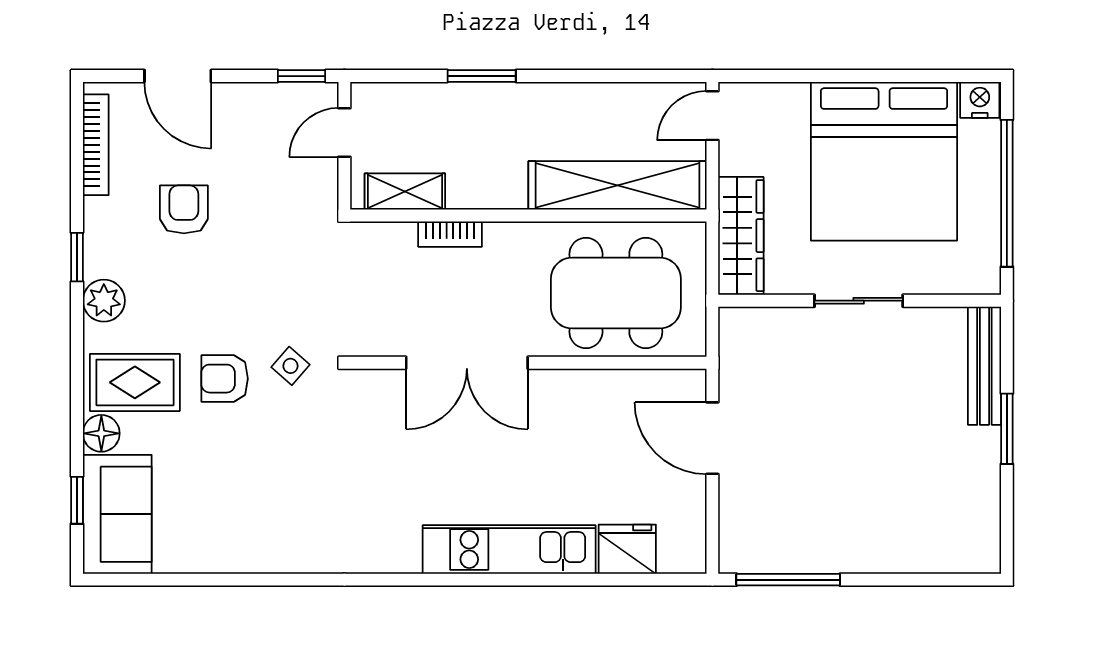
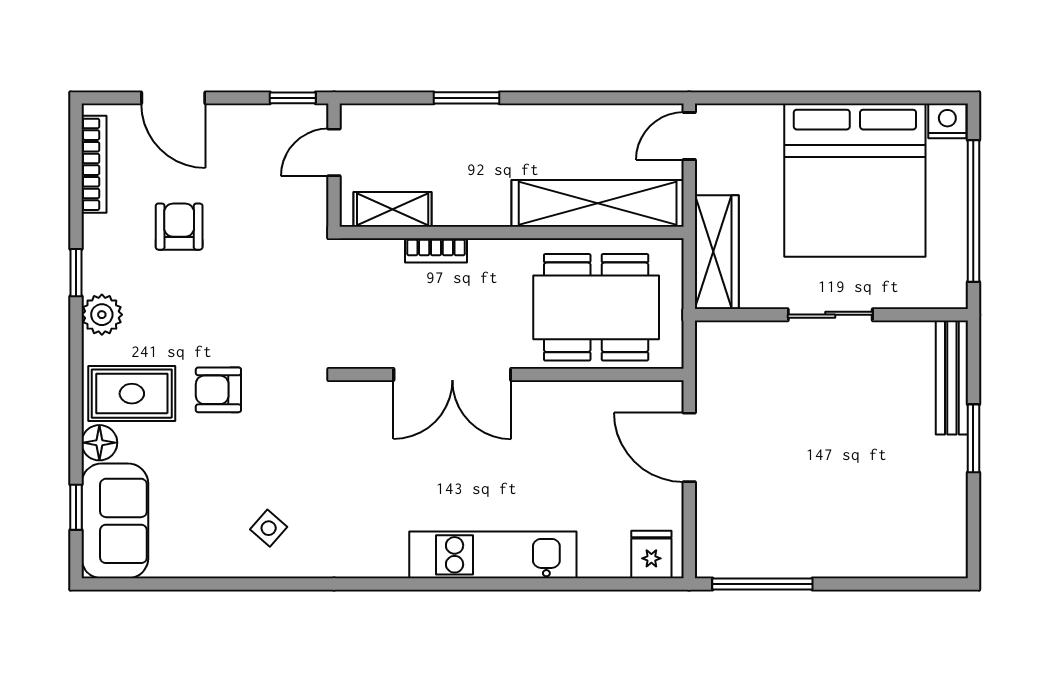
side table: (290, 366) -> (269, 528), moved
fridge: (627, 549) -> (651, 555), moved, width x0.72

